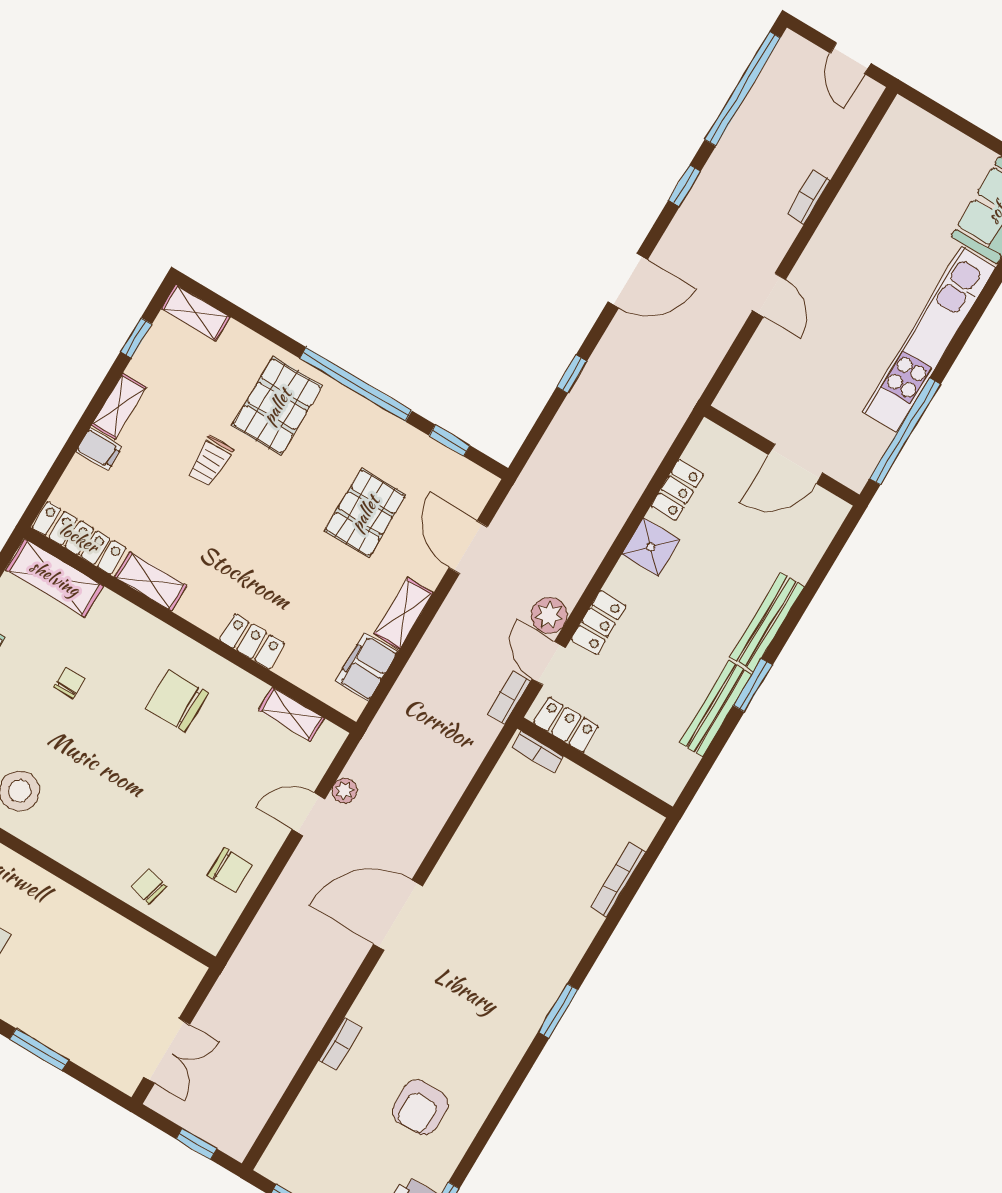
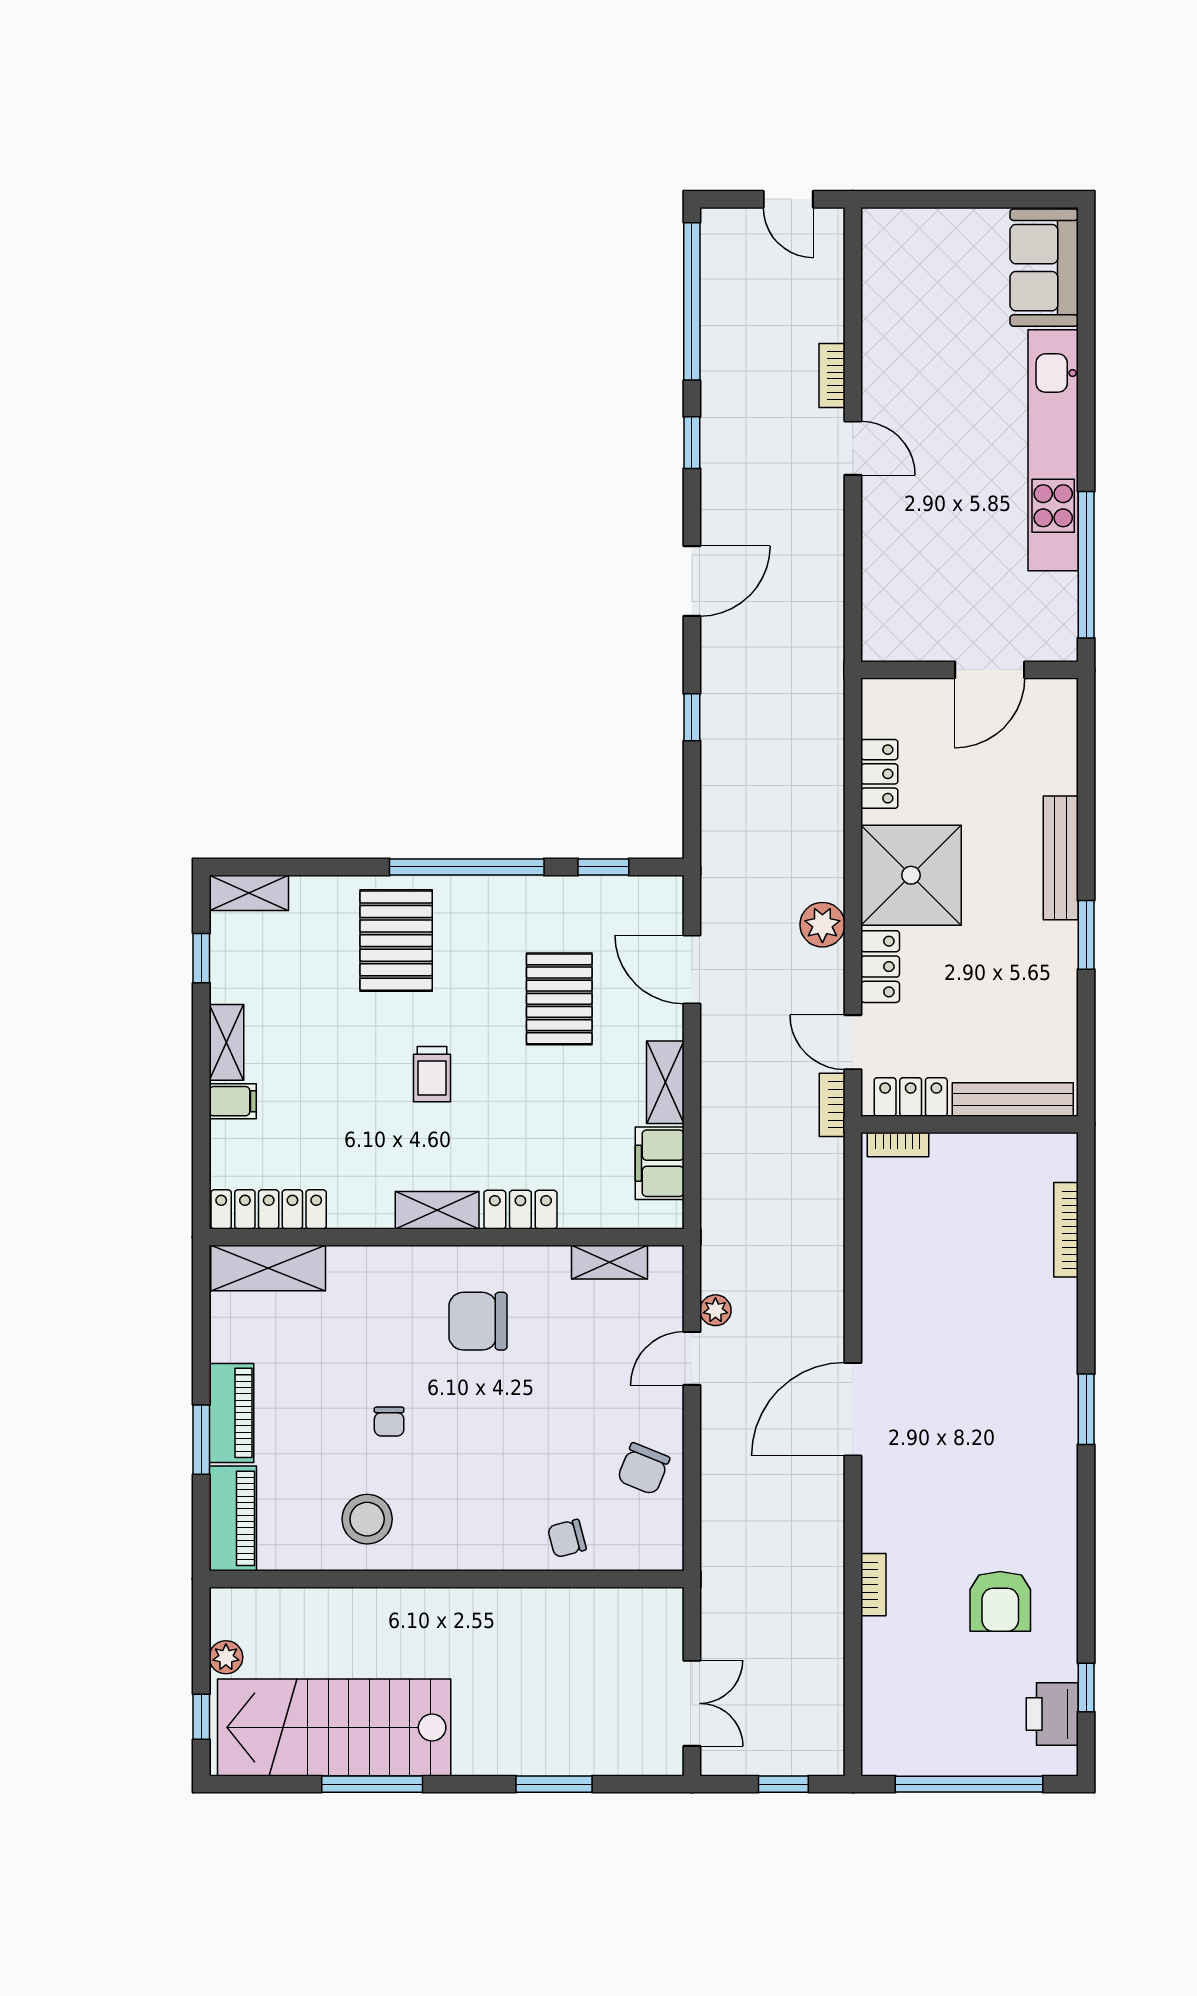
door: (769, 295) -> (853, 448), moved
trolley: (210, 461) -> (432, 1074), moved
shower: (651, 547) -> (911, 875), width x1.86, depth x1.86
shelving: (150, 581) -> (437, 1210), moved
plant: (549, 615) -> (822, 925), moved
chair: (69, 683) -> (389, 1422), moved, turned 180
bench: (716, 708) -> (1013, 1099), moved, turned 90
chair: (230, 870) -> (643, 1469), turned 112
chair: (149, 886) -> (567, 1538), turned -30

